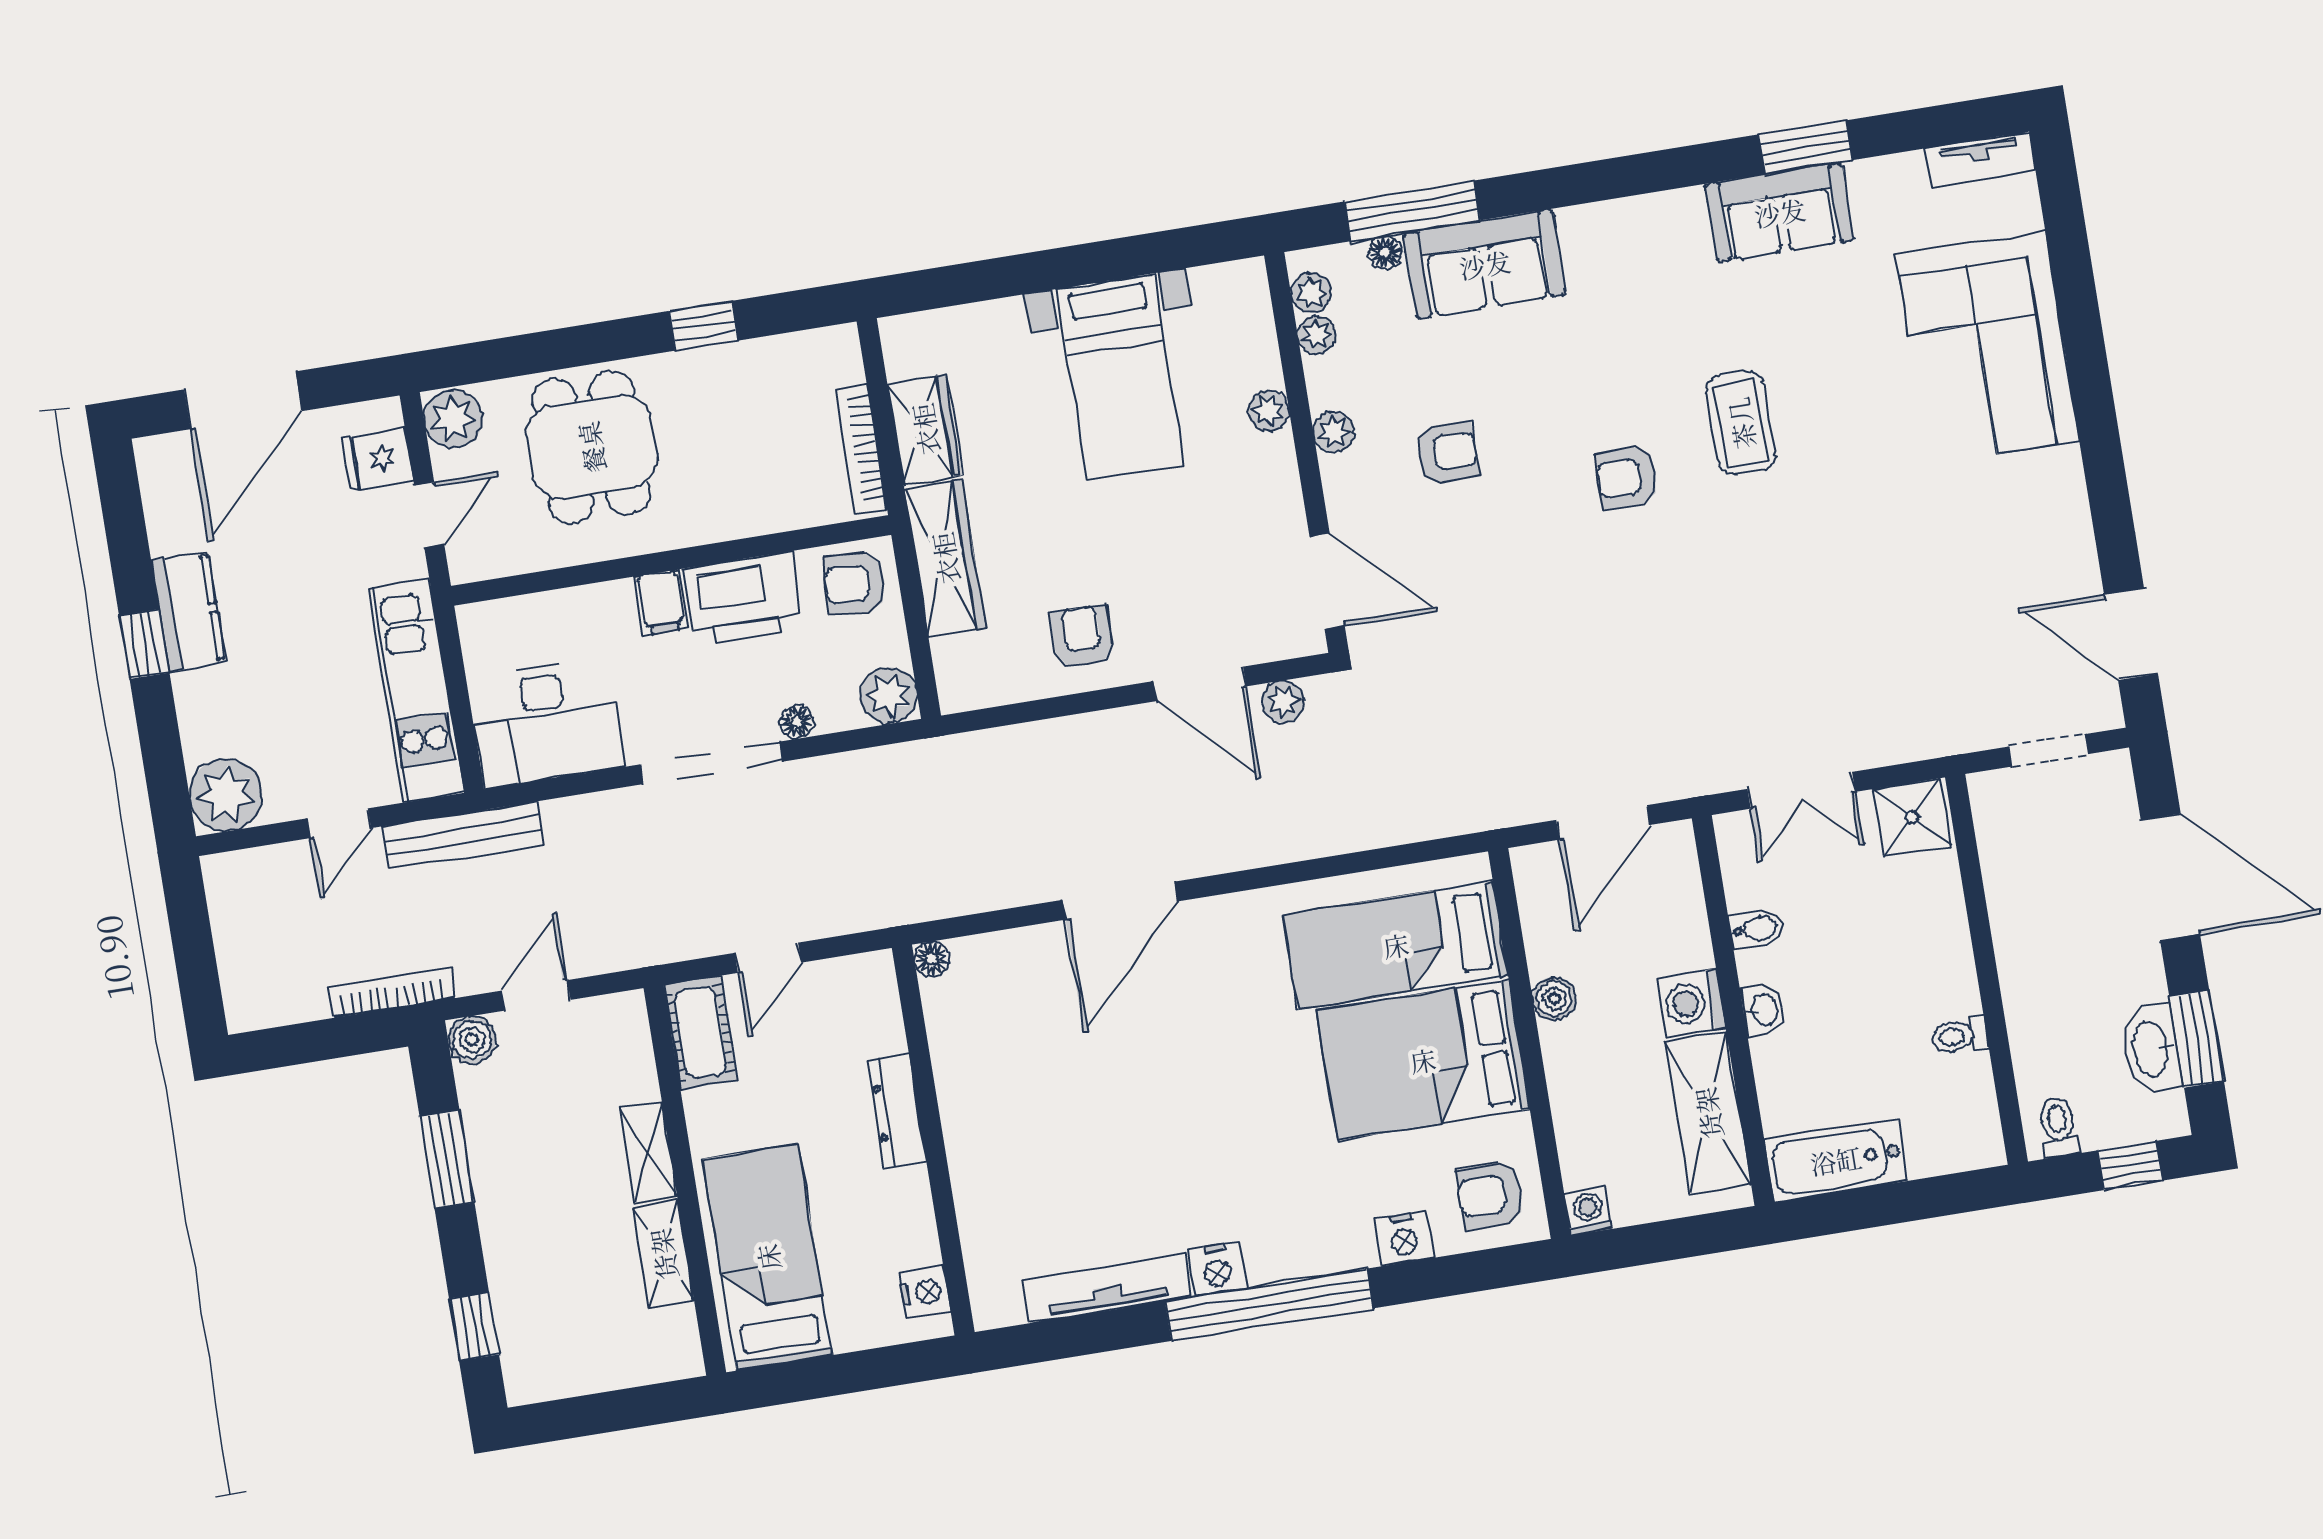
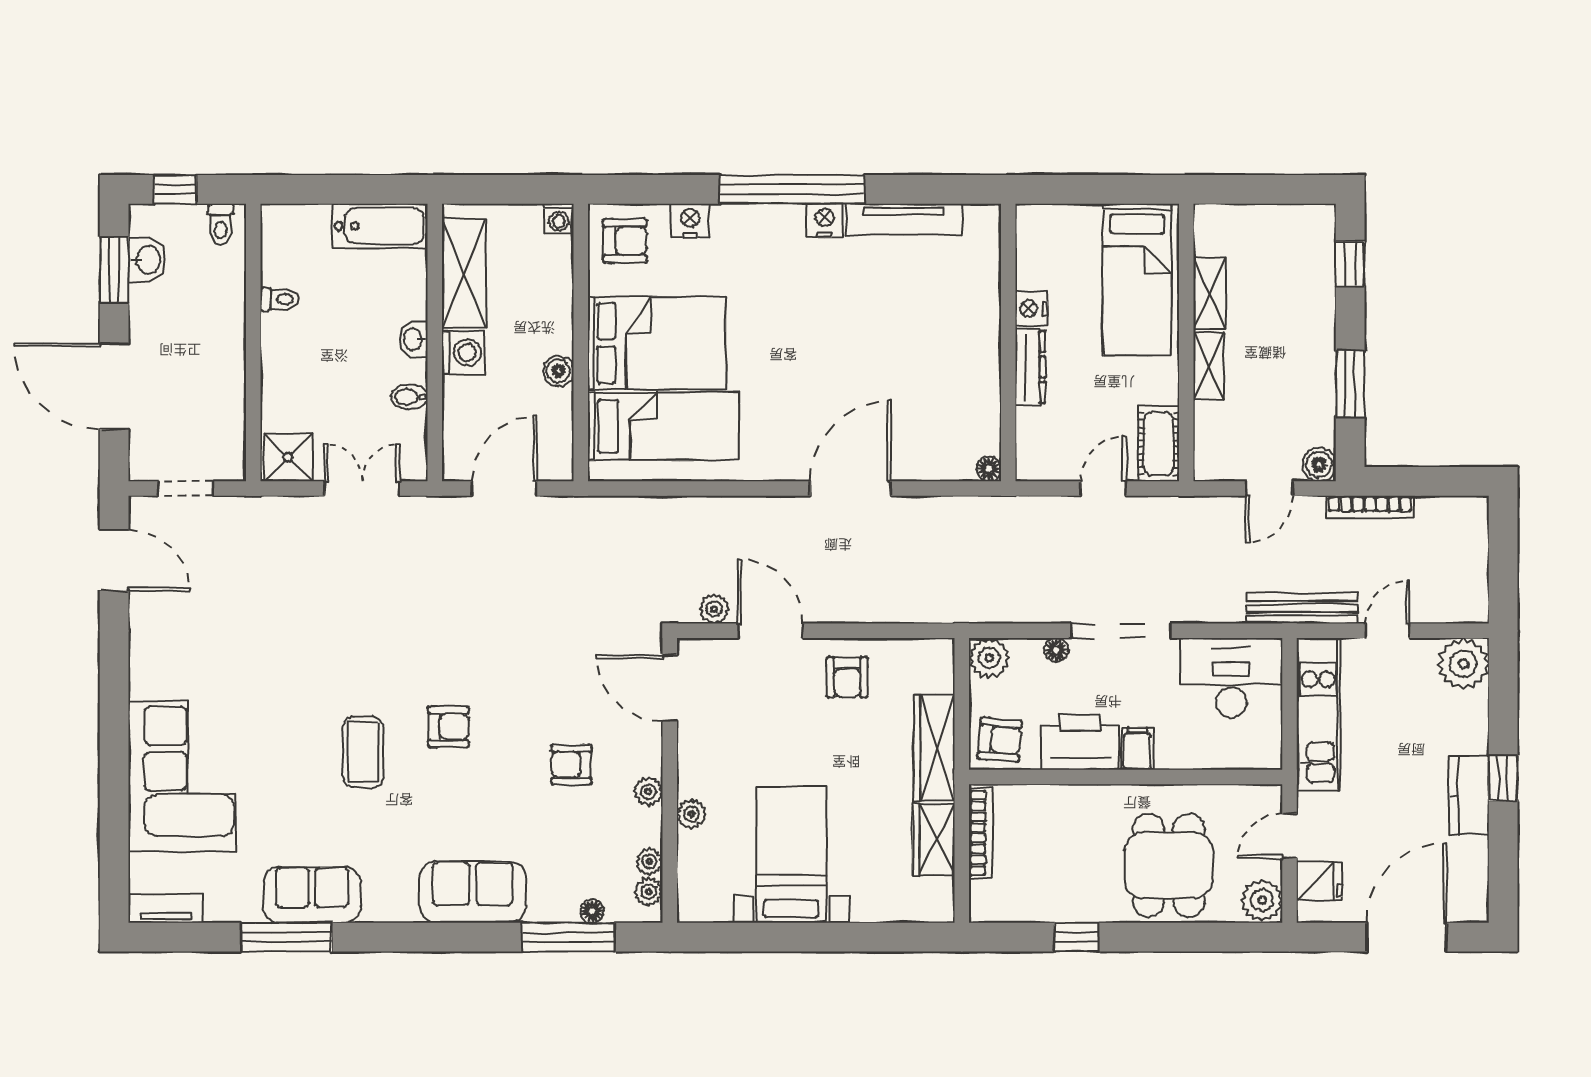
window: (1806, 147) -> (287, 937), width x1.44
sofa: (1485, 264) -> (473, 892), moved
washbasin: (2151, 1049) -> (147, 260), width x0.72
nightstand: (925, 1292) -> (1031, 309), moved

